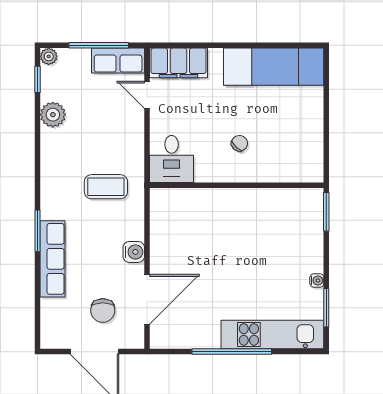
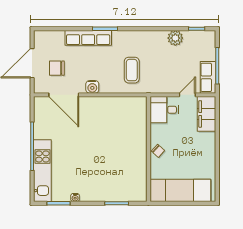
plant: (49, 56) -> (211, 35), removed
exam couch: (274, 67) -> (180, 190), moved, turned 90
desk: (172, 159) -> (164, 110), moved
wall: (237, 185) -> (148, 149), moved

